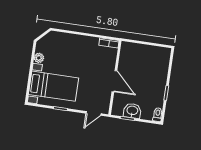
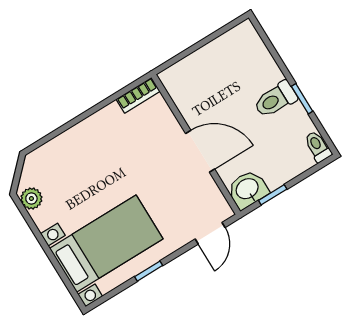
plant: (39, 58) -> (31, 199), moved
toilet: (157, 85) -> (275, 99), added
washbasin: (132, 111) -> (248, 189), moved

